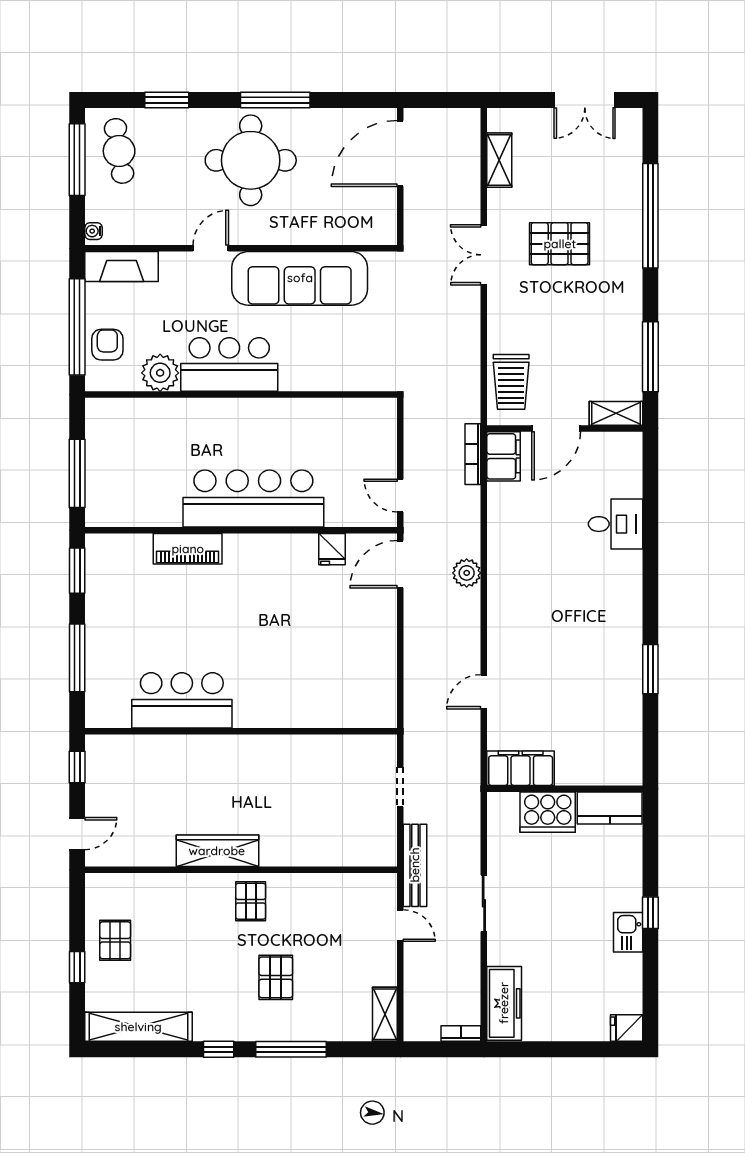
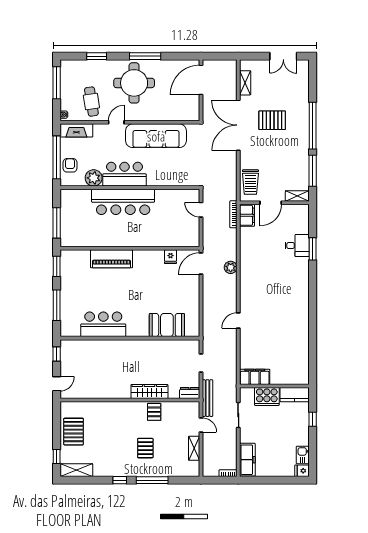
cafe table: (119, 151) -> (91, 102), moved
window: (650, 216) -> (313, 126), moved
double door: (484, 255) -> (238, 125), width x1.87
door: (400, 496) -> (201, 210), moved
bar counter: (253, 499) -> (123, 202), moved, turned 180
piano: (188, 549) -> (111, 259), width x1.37, depth x1.33
window: (650, 669) -> (313, 249), moved
booth: (324, 702) -> (167, 325), added
filing cabinet: (521, 768) -> (255, 377), moved
wall: (565, 789) -> (274, 386), moved
kitchen counter: (610, 808) -> (294, 395), moved
cooker: (548, 812) -> (267, 396), moved
wardrobe: (217, 851) -> (149, 391), moved
dresser: (375, 854) -> (190, 393), added
pallet: (251, 901) -> (154, 412), moved
kitchen sink: (628, 932) -> (303, 455), moved
pallet: (115, 940) -> (74, 432), width x1.50, depth x1.42
window: (77, 967) -> (57, 456), moved
shelving: (385, 1014) -> (194, 448), moved
shelving: (138, 1027) -> (76, 470), width x0.68

